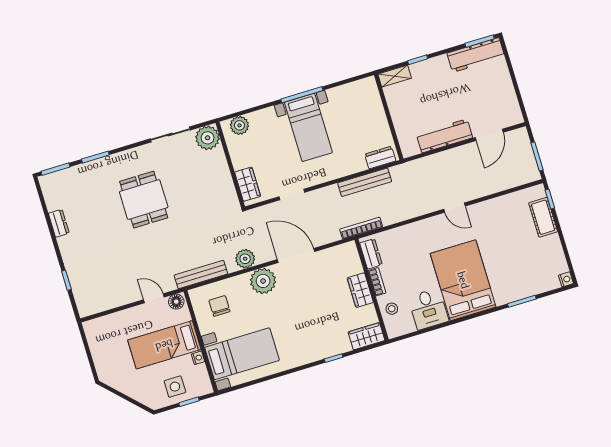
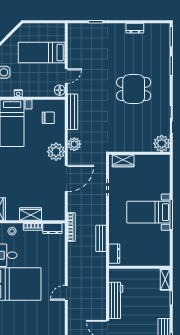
plant: (239, 125) -> (164, 167), removed
bench: (365, 182) -> (101, 238), width x0.73
bed: (164, 345) -> (42, 52), moved, turned -90

